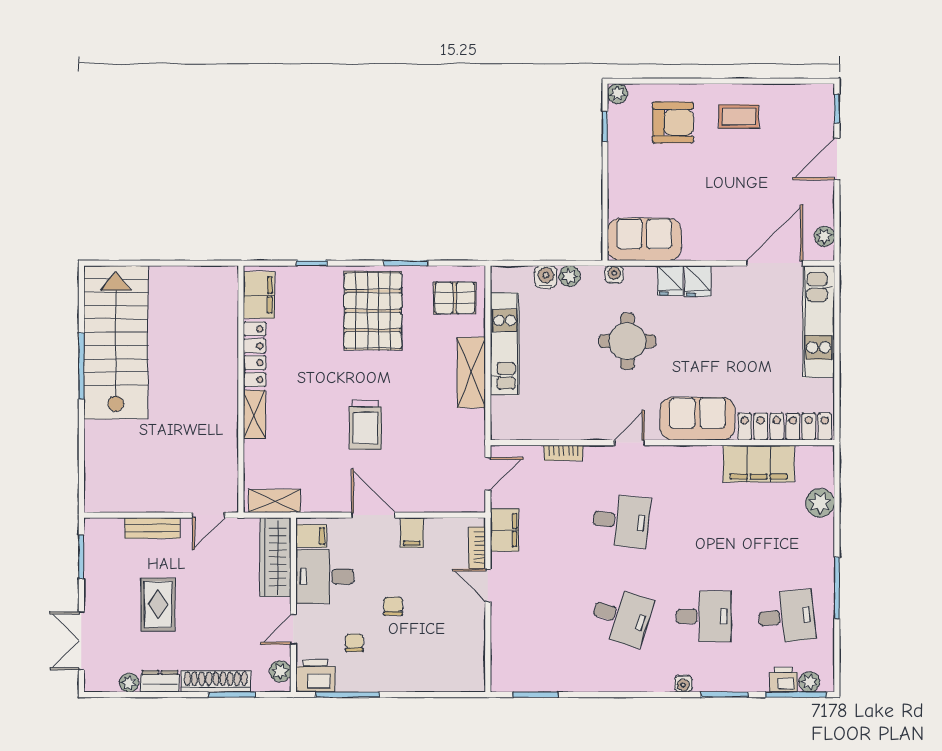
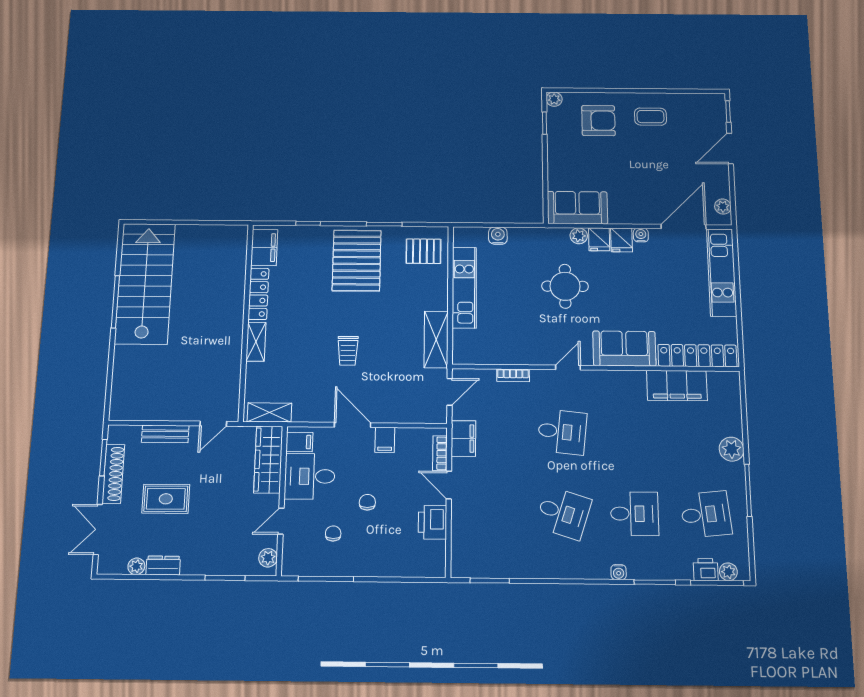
water cooler: (614, 275) -> (641, 235), moved
plant: (570, 276) -> (579, 236), moved
shelving: (471, 373) -> (436, 340), moved
trolley: (365, 425) -> (348, 351), width x0.73, depth x0.72
plant: (820, 503) -> (732, 449), moved
rug: (158, 605) -> (166, 499), turned 90
printer: (315, 676) -> (432, 522), moved, turned -90
shoe rack: (216, 681) -> (113, 474), moved, turned 90

